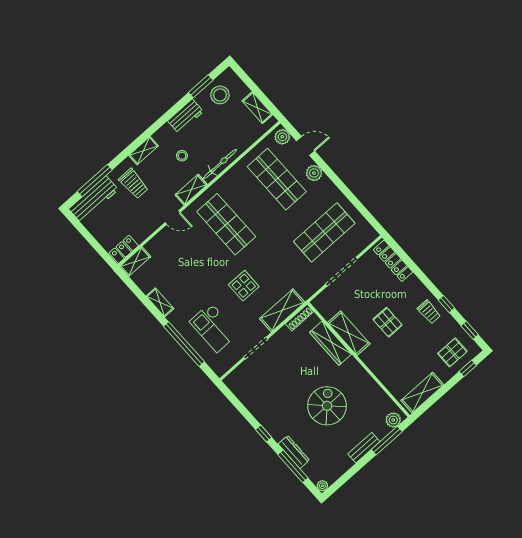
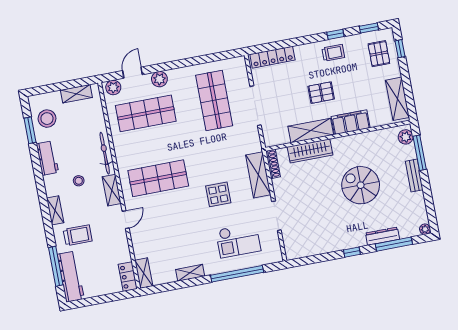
filing cabinet: (377, 364) -> (351, 122), added

